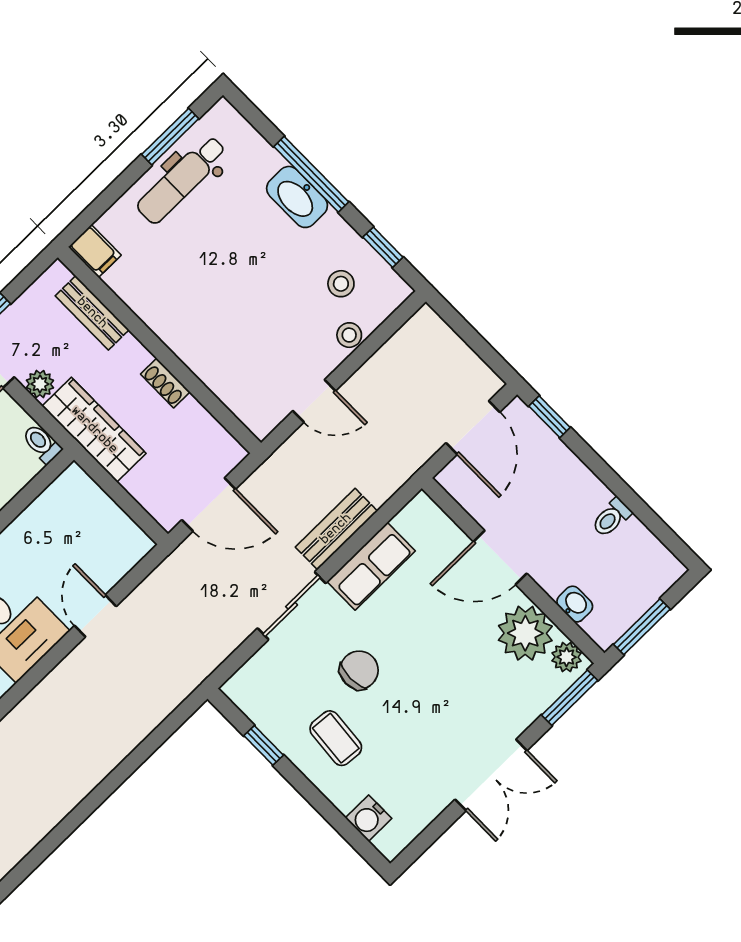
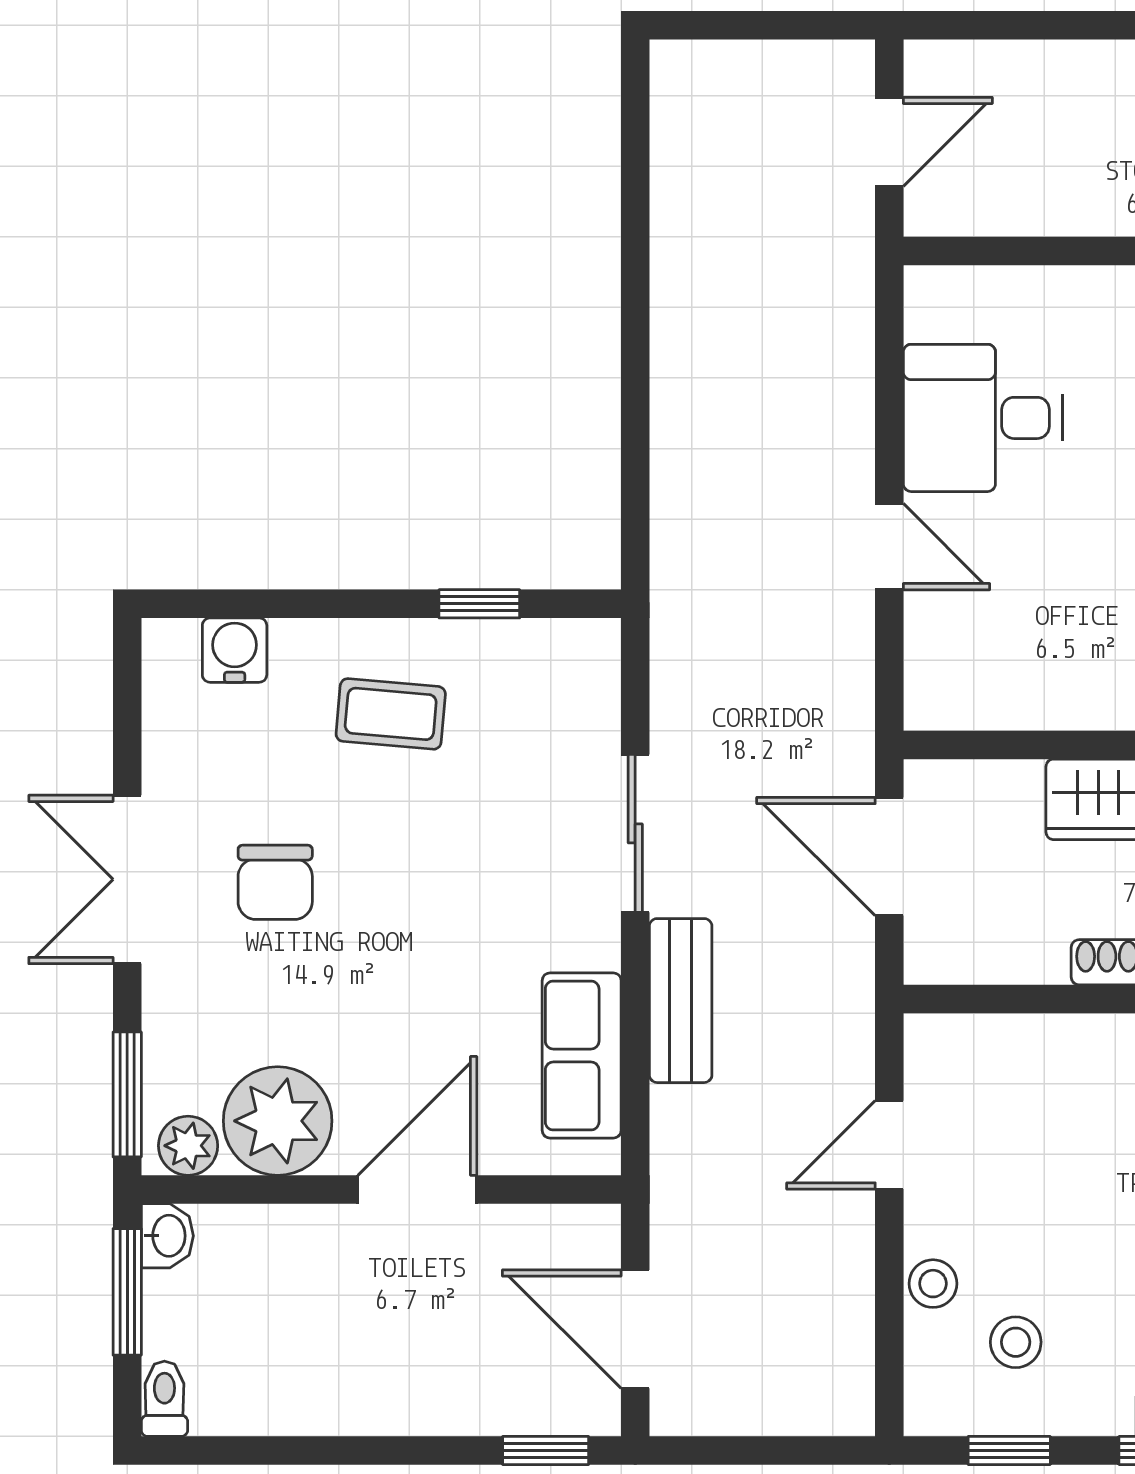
door: (209, 505) -> (889, 856), hinge flipped
toilet: (611, 518) -> (164, 1399), moved
row of seats: (371, 566) -> (582, 1055), moved
washbasin: (575, 604) -> (167, 1236), moved, turned -90
chair: (359, 670) -> (275, 882), moved

